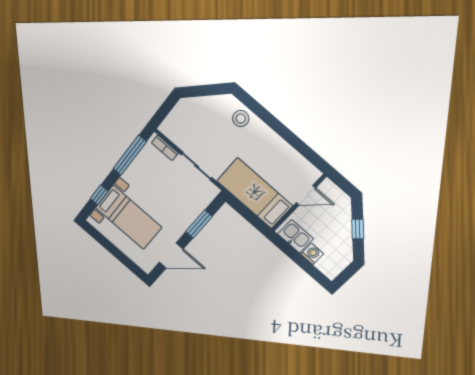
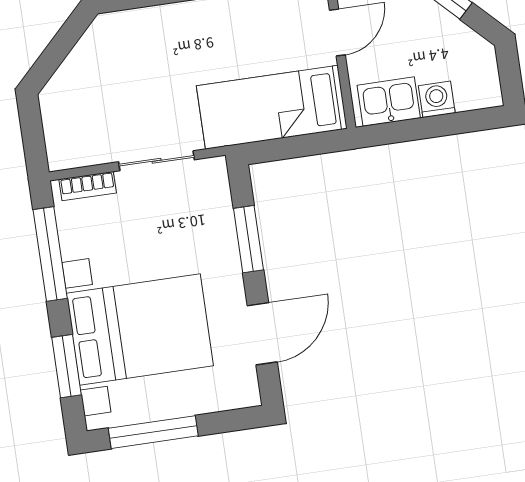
stool: (241, 119) -> (144, 31), removed
window: (99, 195) -> (66, 366), width x1.50
bed with nightstands: (128, 217) -> (140, 329), width x1.36
window: (106, 244) -> (153, 432), added

